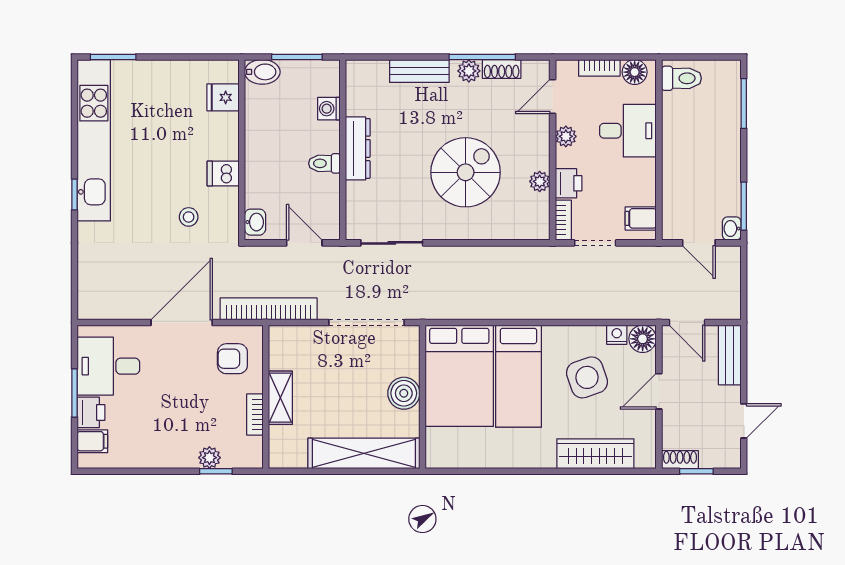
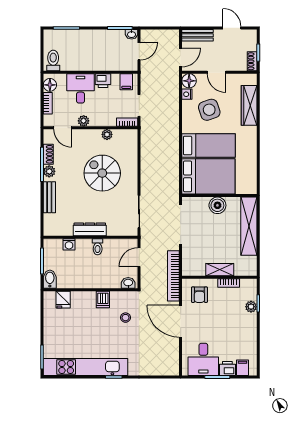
printer: (569, 183) -> (103, 81), moved, turned 180

